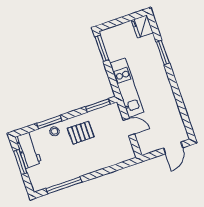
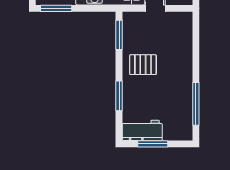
stool: (54, 131) -> (131, 94), removed
pallet: (81, 133) -> (143, 65), turned 90

